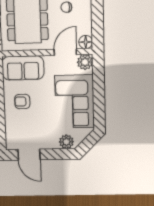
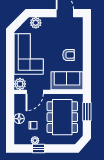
floor lamp: (86, 42) -> (19, 119), moved

